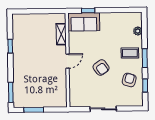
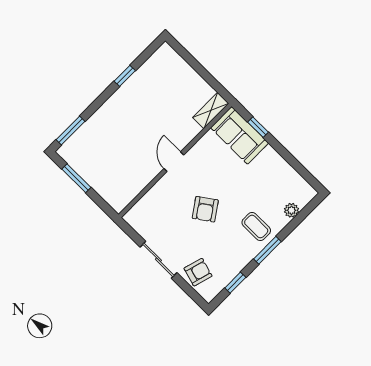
shelving: (61, 34) -> (211, 111), moved
door: (68, 61) -> (174, 162), swing flipped
armchair: (129, 80) -> (198, 272), moved

